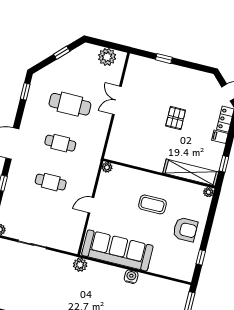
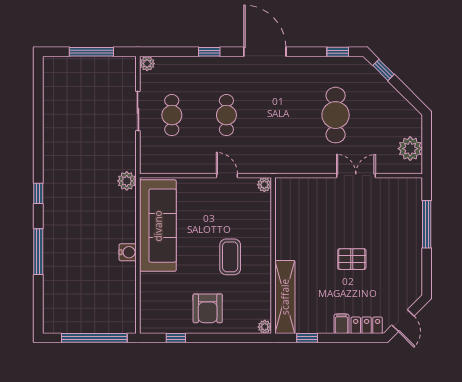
window: (62, 53) -> (383, 70), moved
window: (164, 59) -> (427, 224), width x2.17
cafe table: (60, 143) -> (172, 115), moved
door: (91, 205) -> (227, 176), moved

